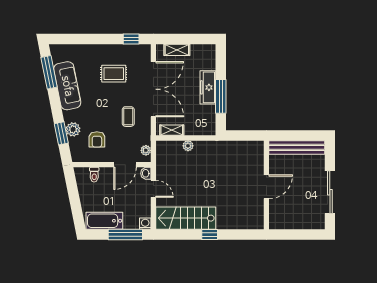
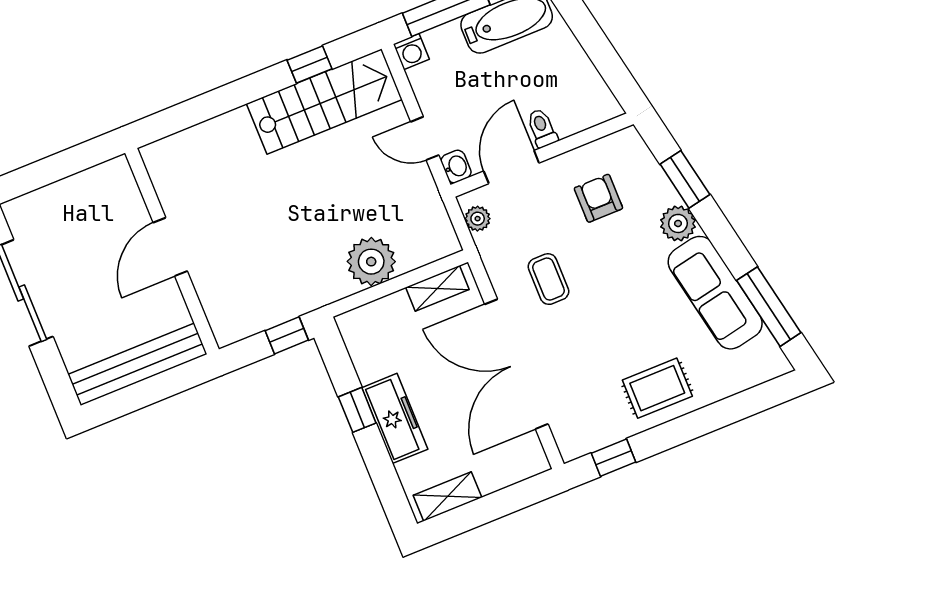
shelving: (177, 50) -> (447, 496), moved
rug: (114, 74) -> (657, 388), moved
window: (221, 96) -> (357, 410), width x0.46
plant: (73, 129) -> (678, 223), moved
window: (236, 135) -> (287, 335), added
plant: (188, 146) -> (371, 262), width x1.87, depth x1.87
toilet: (94, 175) -> (542, 128), moved
window: (210, 234) -> (310, 64), moved

